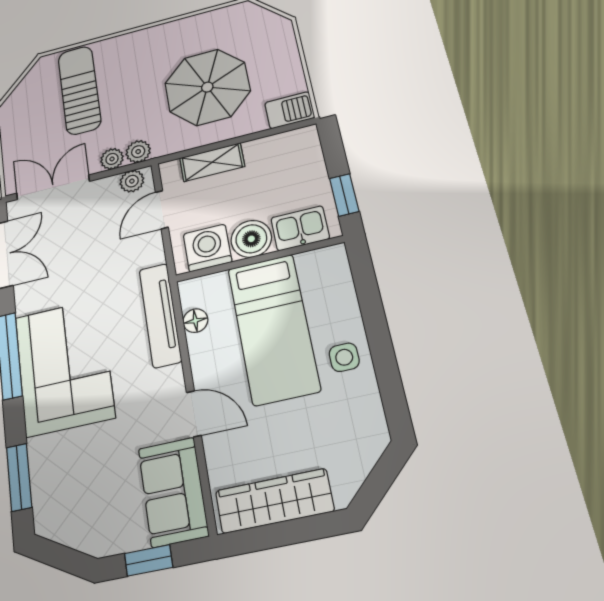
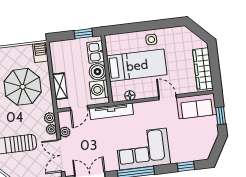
plant: (132, 181) -> (65, 132), moved
door: (162, 210) -> (79, 108), hinge flipped
tv unit: (160, 315) -> (111, 111), moved
door: (194, 414) -> (167, 97), hinge flipped
window: (19, 477) -> (186, 166), width x0.67

